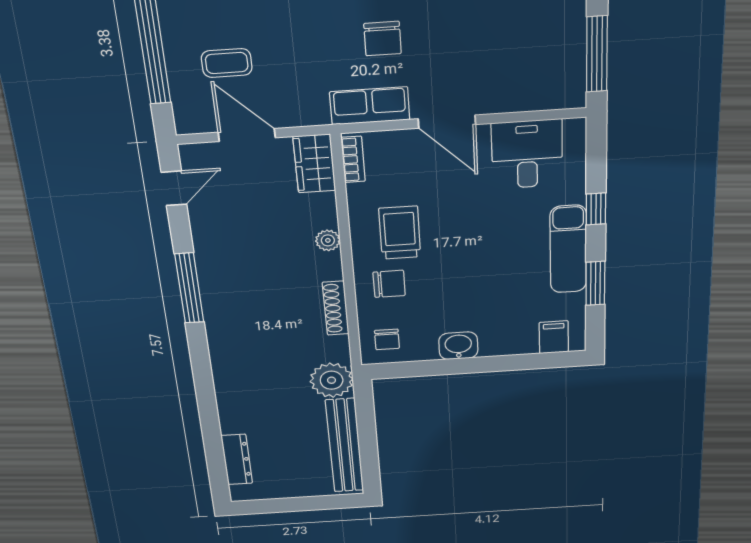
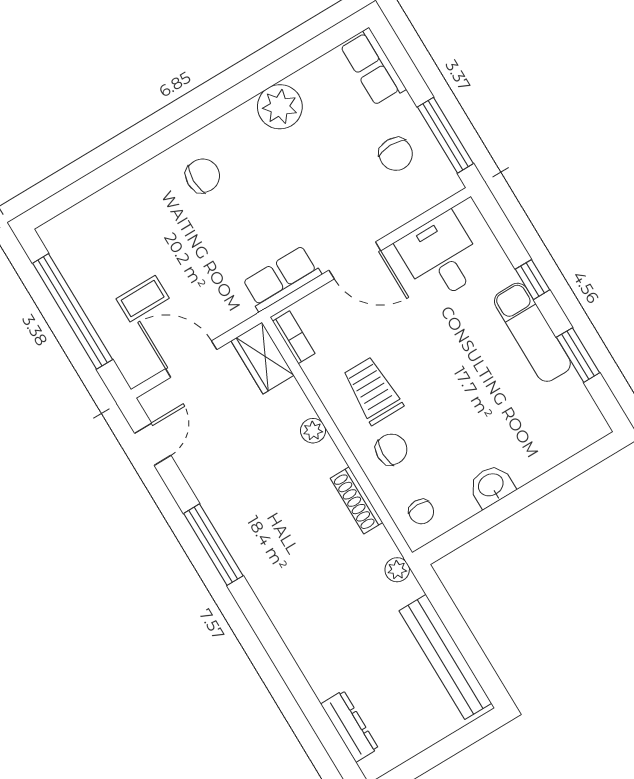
chair: (383, 39) -> (396, 154), moved
filing cabinet: (554, 337) -> (574, 432), removed
plant: (332, 380) -> (397, 570), width x0.53, depth x0.53

